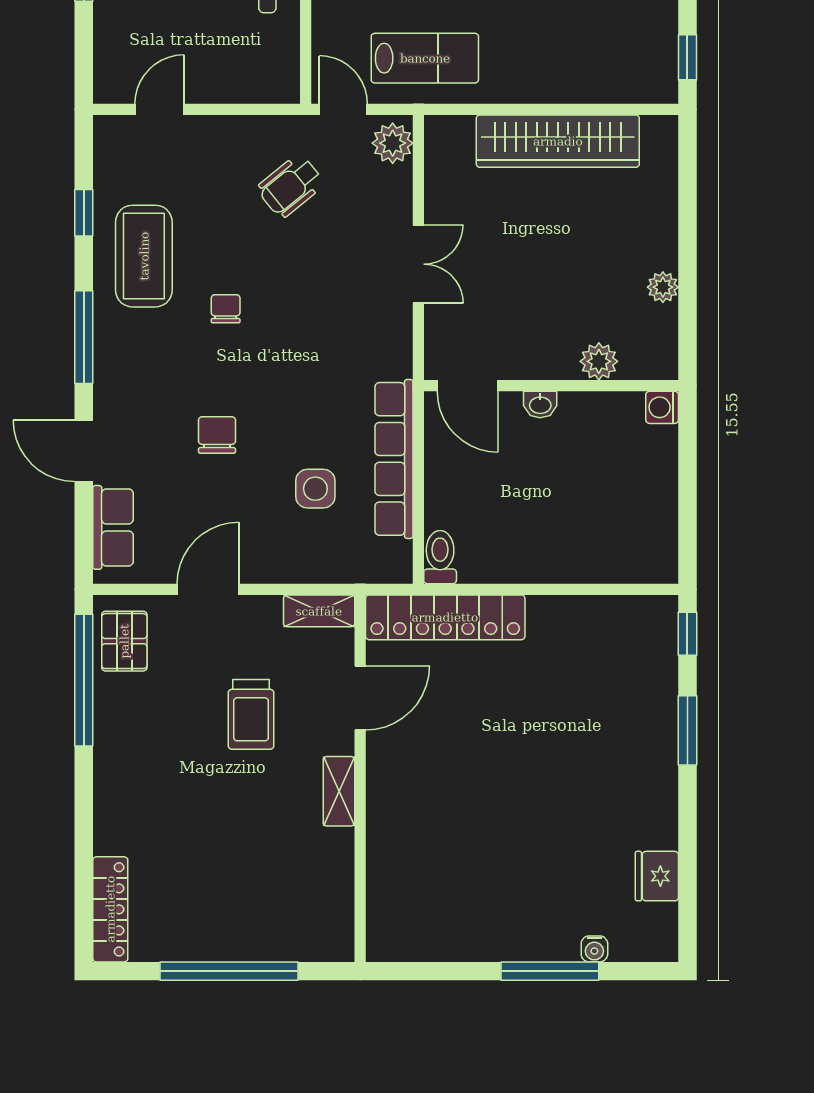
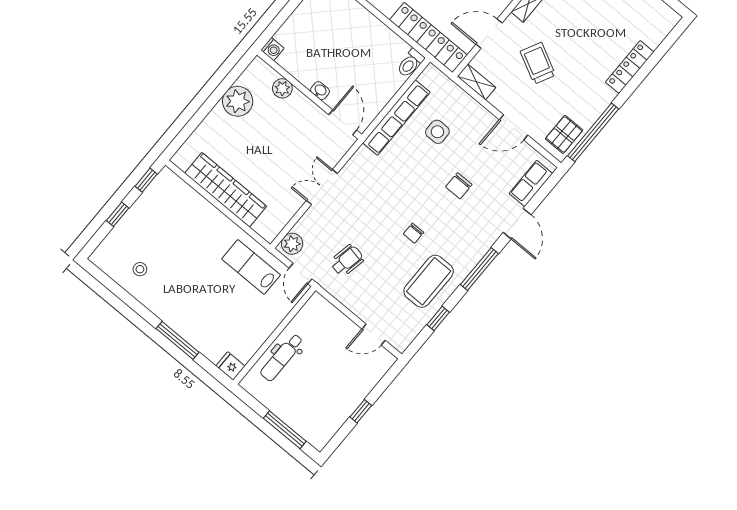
wheelchair: (291, 186) -> (347, 261), turned -40
plant: (663, 287) -> (238, 101), width x1.88, depth x1.88
trolley: (251, 714) -> (538, 63), turned -63
locker: (110, 909) -> (630, 67), moved

